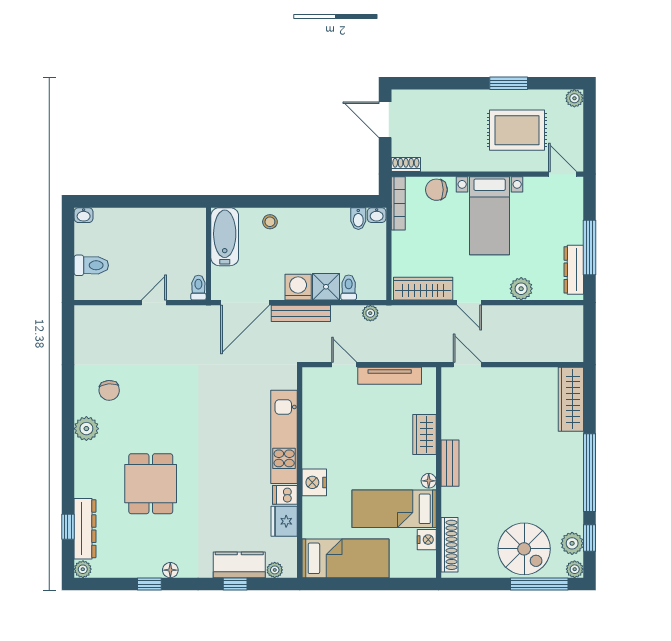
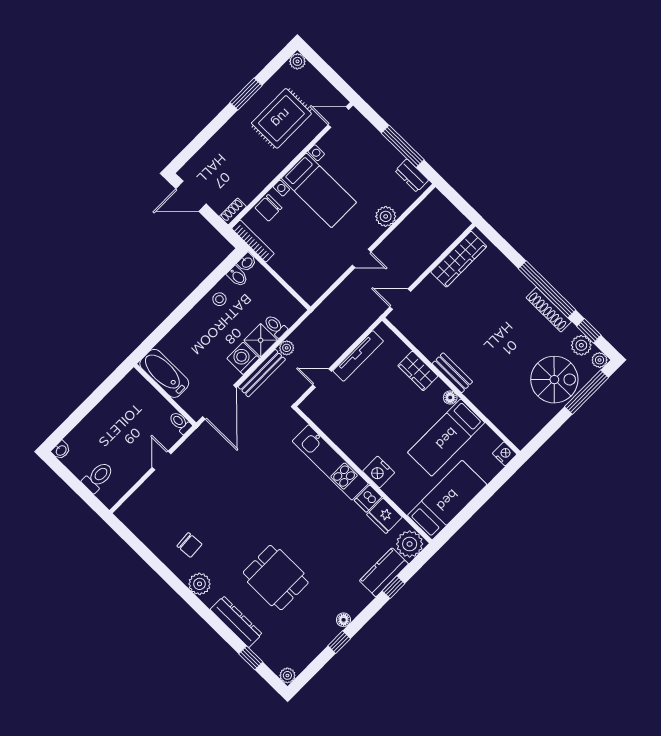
stool: (270, 222) -> (219, 299), moved
dresser: (574, 270) -> (412, 175), width x0.70
wardrobe: (423, 289) -> (323, 279), removed
plant: (370, 313) -> (287, 348), moved
wardrobe: (571, 399) -> (459, 259), moved, turned -90
dresser: (85, 529) -> (236, 622), moved
nightstand: (427, 540) -> (505, 454), moved
shoe rack: (450, 545) -> (549, 310), moved, turned 180
plant: (275, 570) -> (410, 544), width x1.87, depth x1.87

